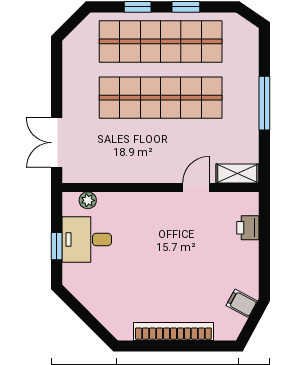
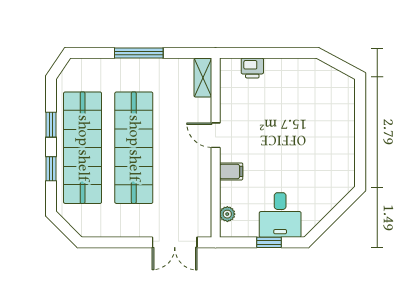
door: (196, 187) -> (216, 135), moved
desk: (87, 240) -> (280, 215), moved
filing cabinet: (242, 303) -> (231, 171), moved, turned -118
bookcase: (173, 331) -> (347, 136), removed

